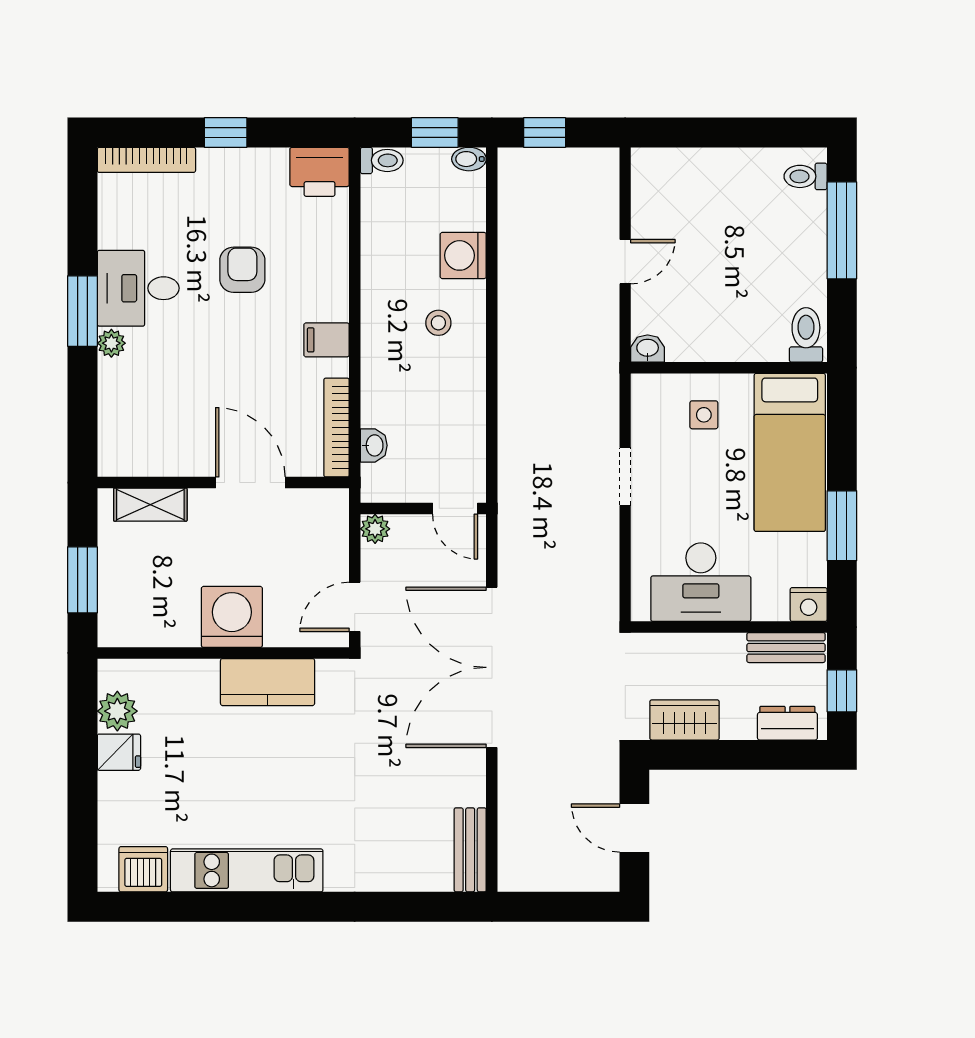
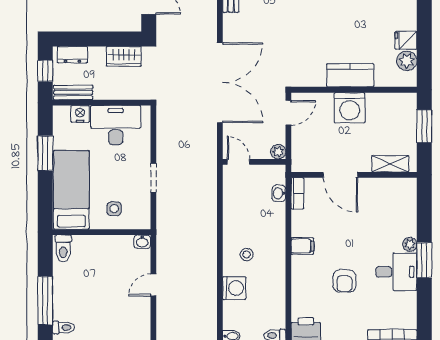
bookcase: (337, 428) -> (297, 193), width x0.64
nightstand: (809, 605) -> (80, 114), moved
kitchen counter: (268, 682) -> (350, 75), moved

